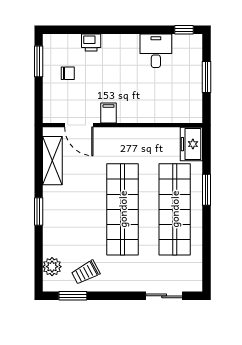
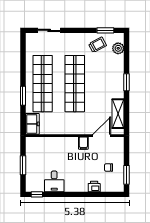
door: (79, 125) -> (102, 136), hinge flipped

